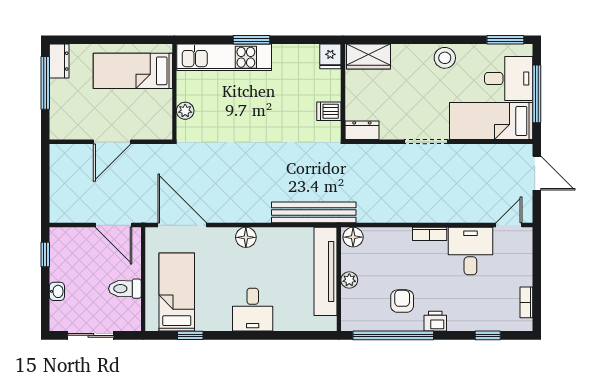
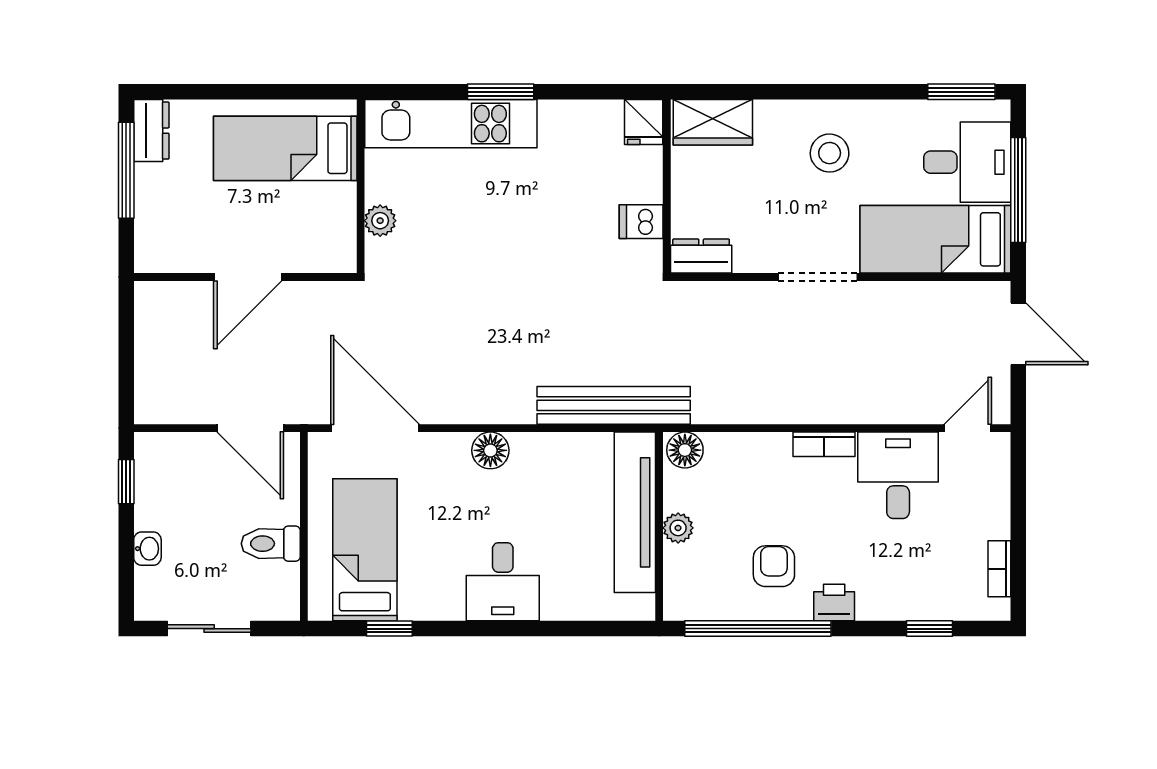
stool: (445, 58) -> (830, 153), moved

